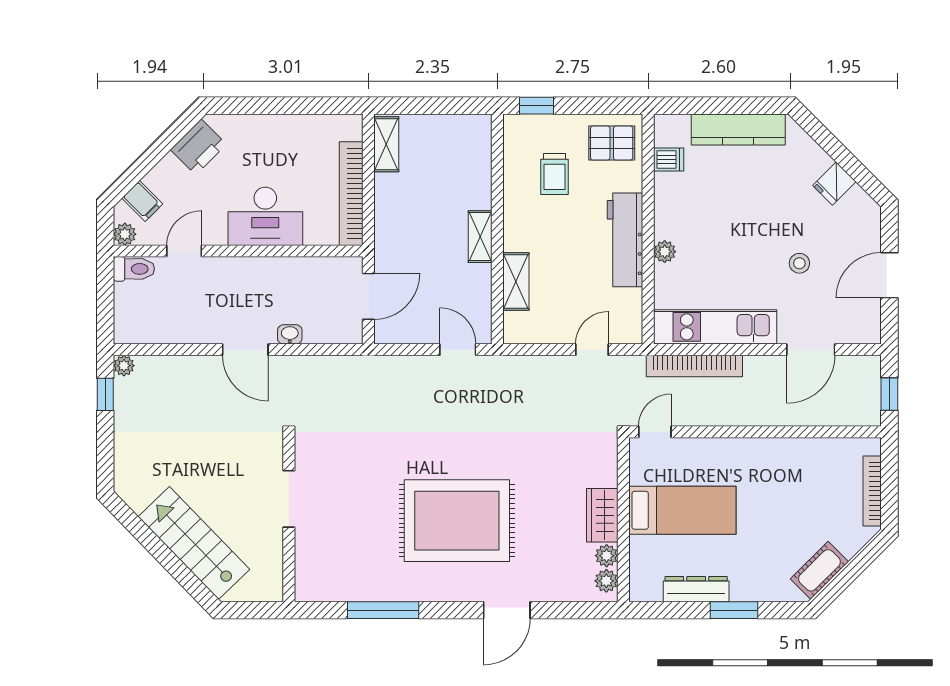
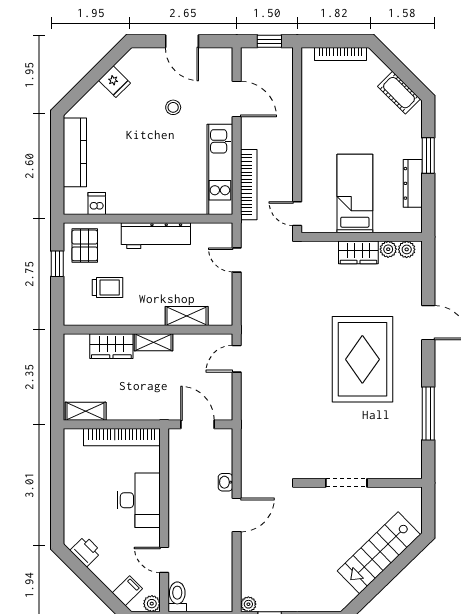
window: (537, 106) -> (57, 264), moved
printer: (198, 147) -> (86, 551), width x0.73, depth x0.81
wardrobe: (475, 179) -> (111, 346), added
plant: (665, 252) -> (165, 206), removed

